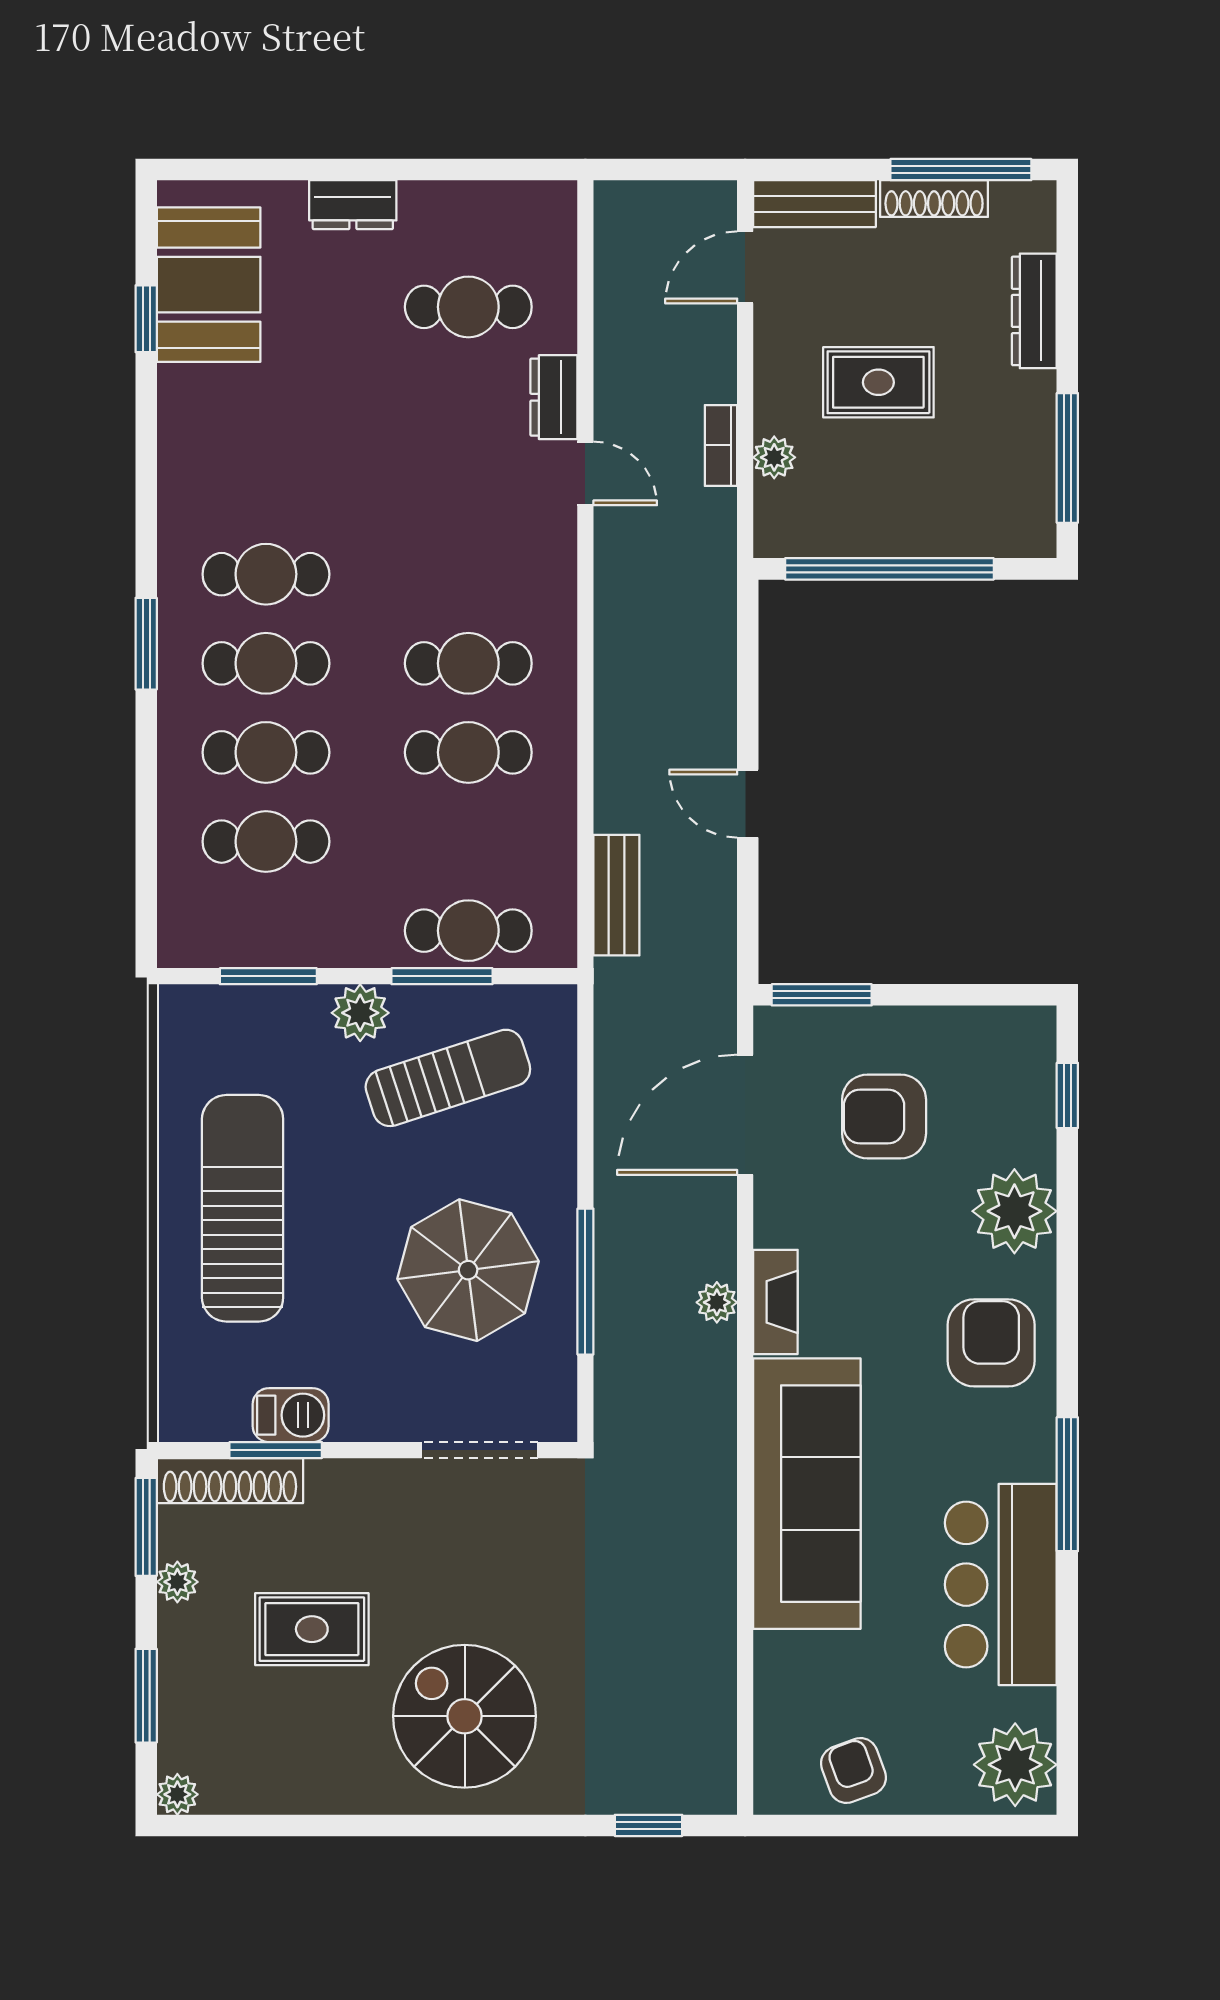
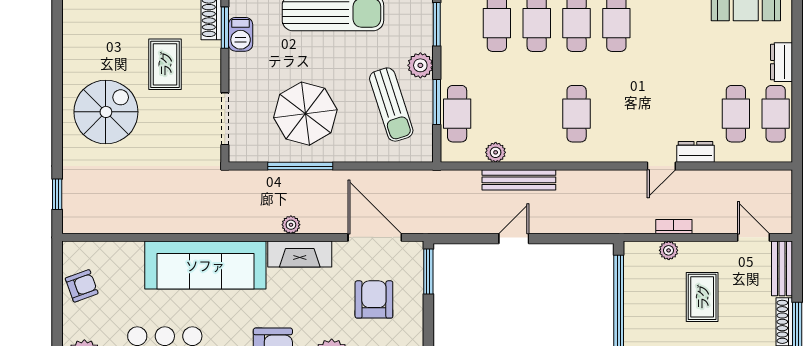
cafe table: (468, 752) -> (776, 114), moved
plant: (555, 845) -> (496, 152), added
bench: (616, 895) -> (519, 180), moved, width x1.36
fireplace: (775, 1302) -> (300, 254), width x1.37, depth x1.32
rug: (312, 1629) -> (165, 64), moved

